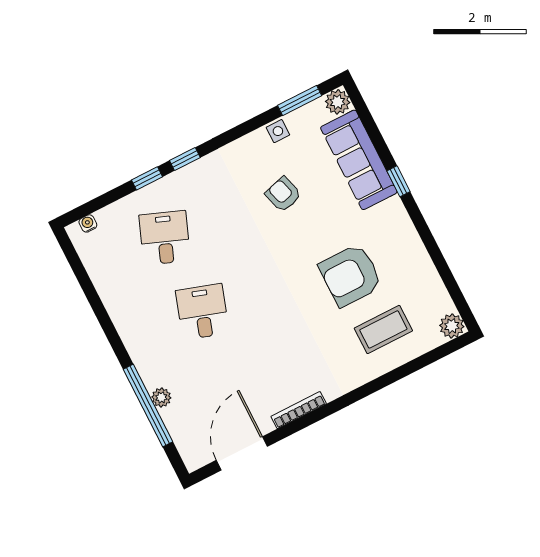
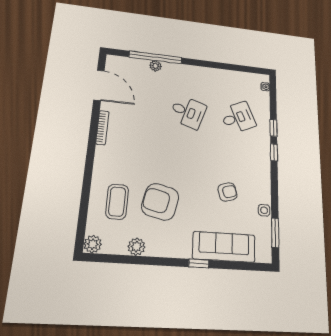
plant: (338, 102) -> (137, 247), moved
desk: (165, 238) -> (238, 118), turned -45
armchair: (350, 275) -> (160, 202), turned -77

